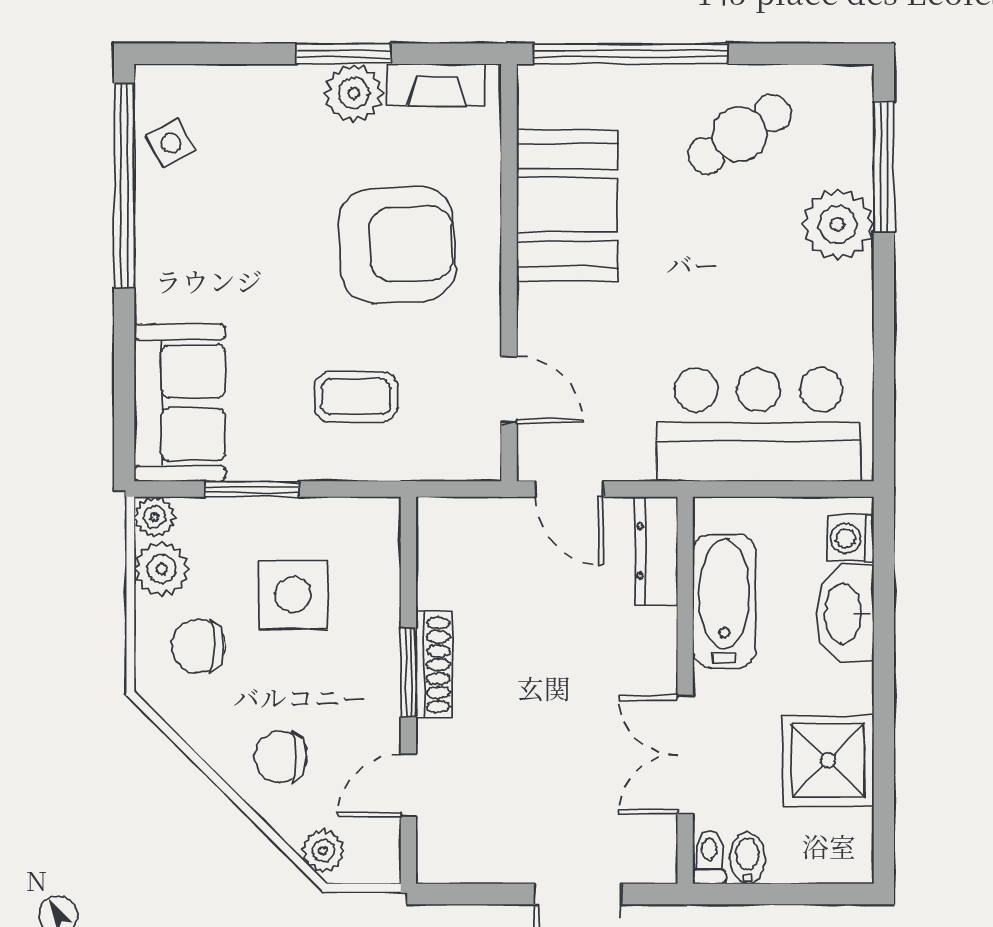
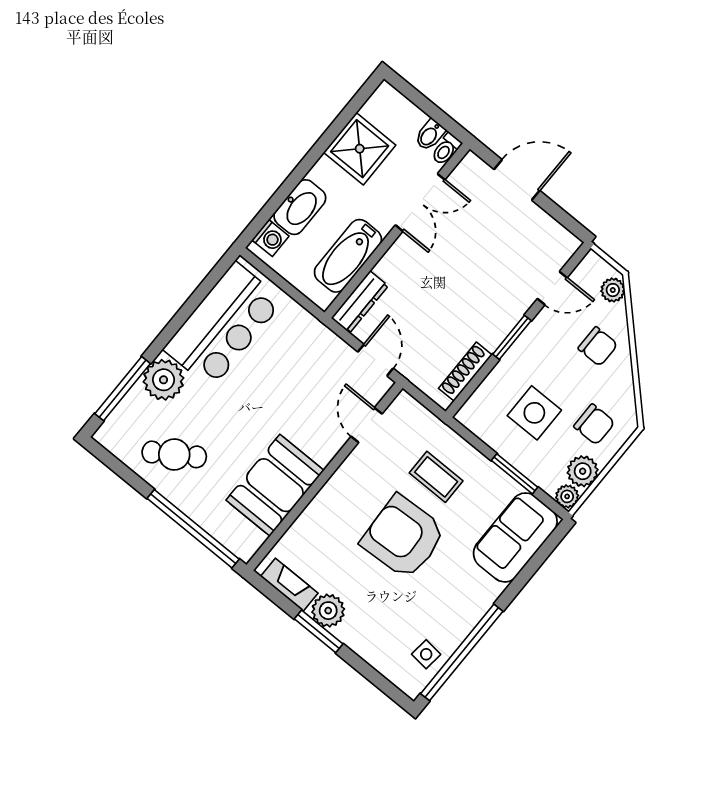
side table: (171, 143) -> (426, 654), turned 34
armchair: (397, 245) -> (403, 537), moved
bar counter: (759, 425) -> (223, 325), moved, turned -90
shoe rack: (434, 665) -> (465, 372), moved

